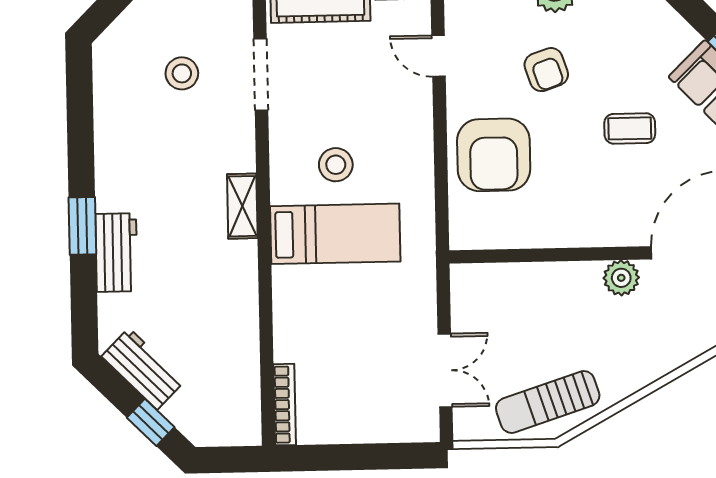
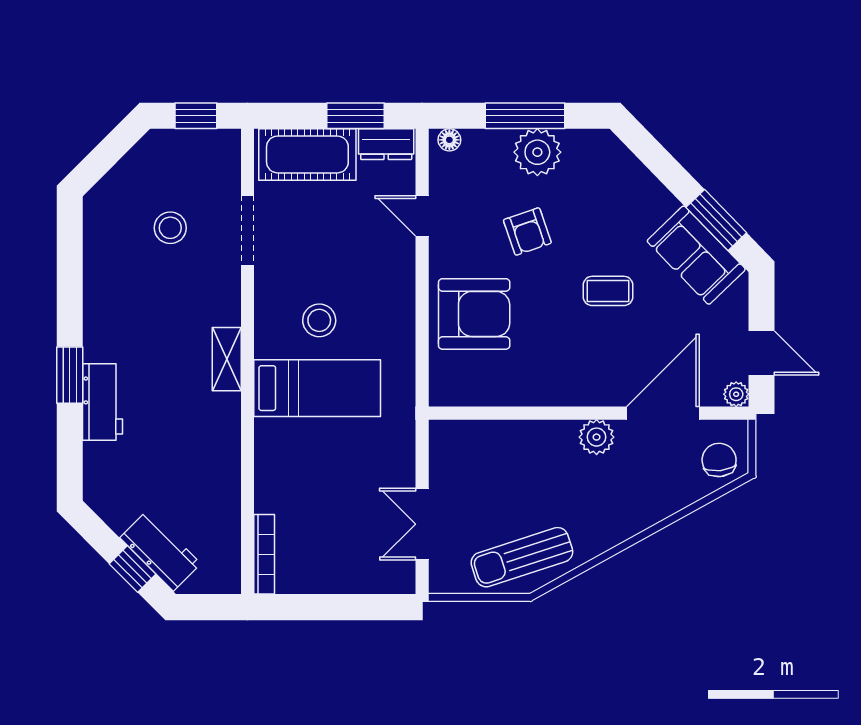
armchair: (494, 155) -> (474, 314), turned -90
workbench: (143, 369) -> (160, 551), moved
double door: (445, 370) -> (422, 524), swing flipped

